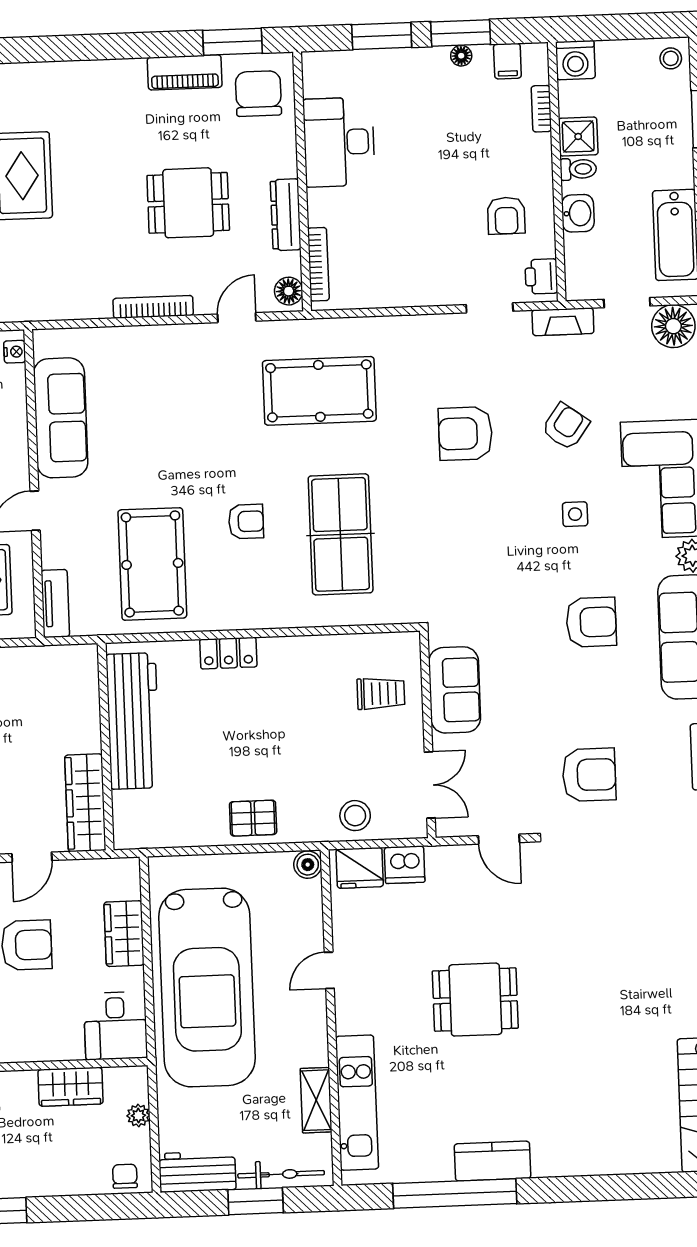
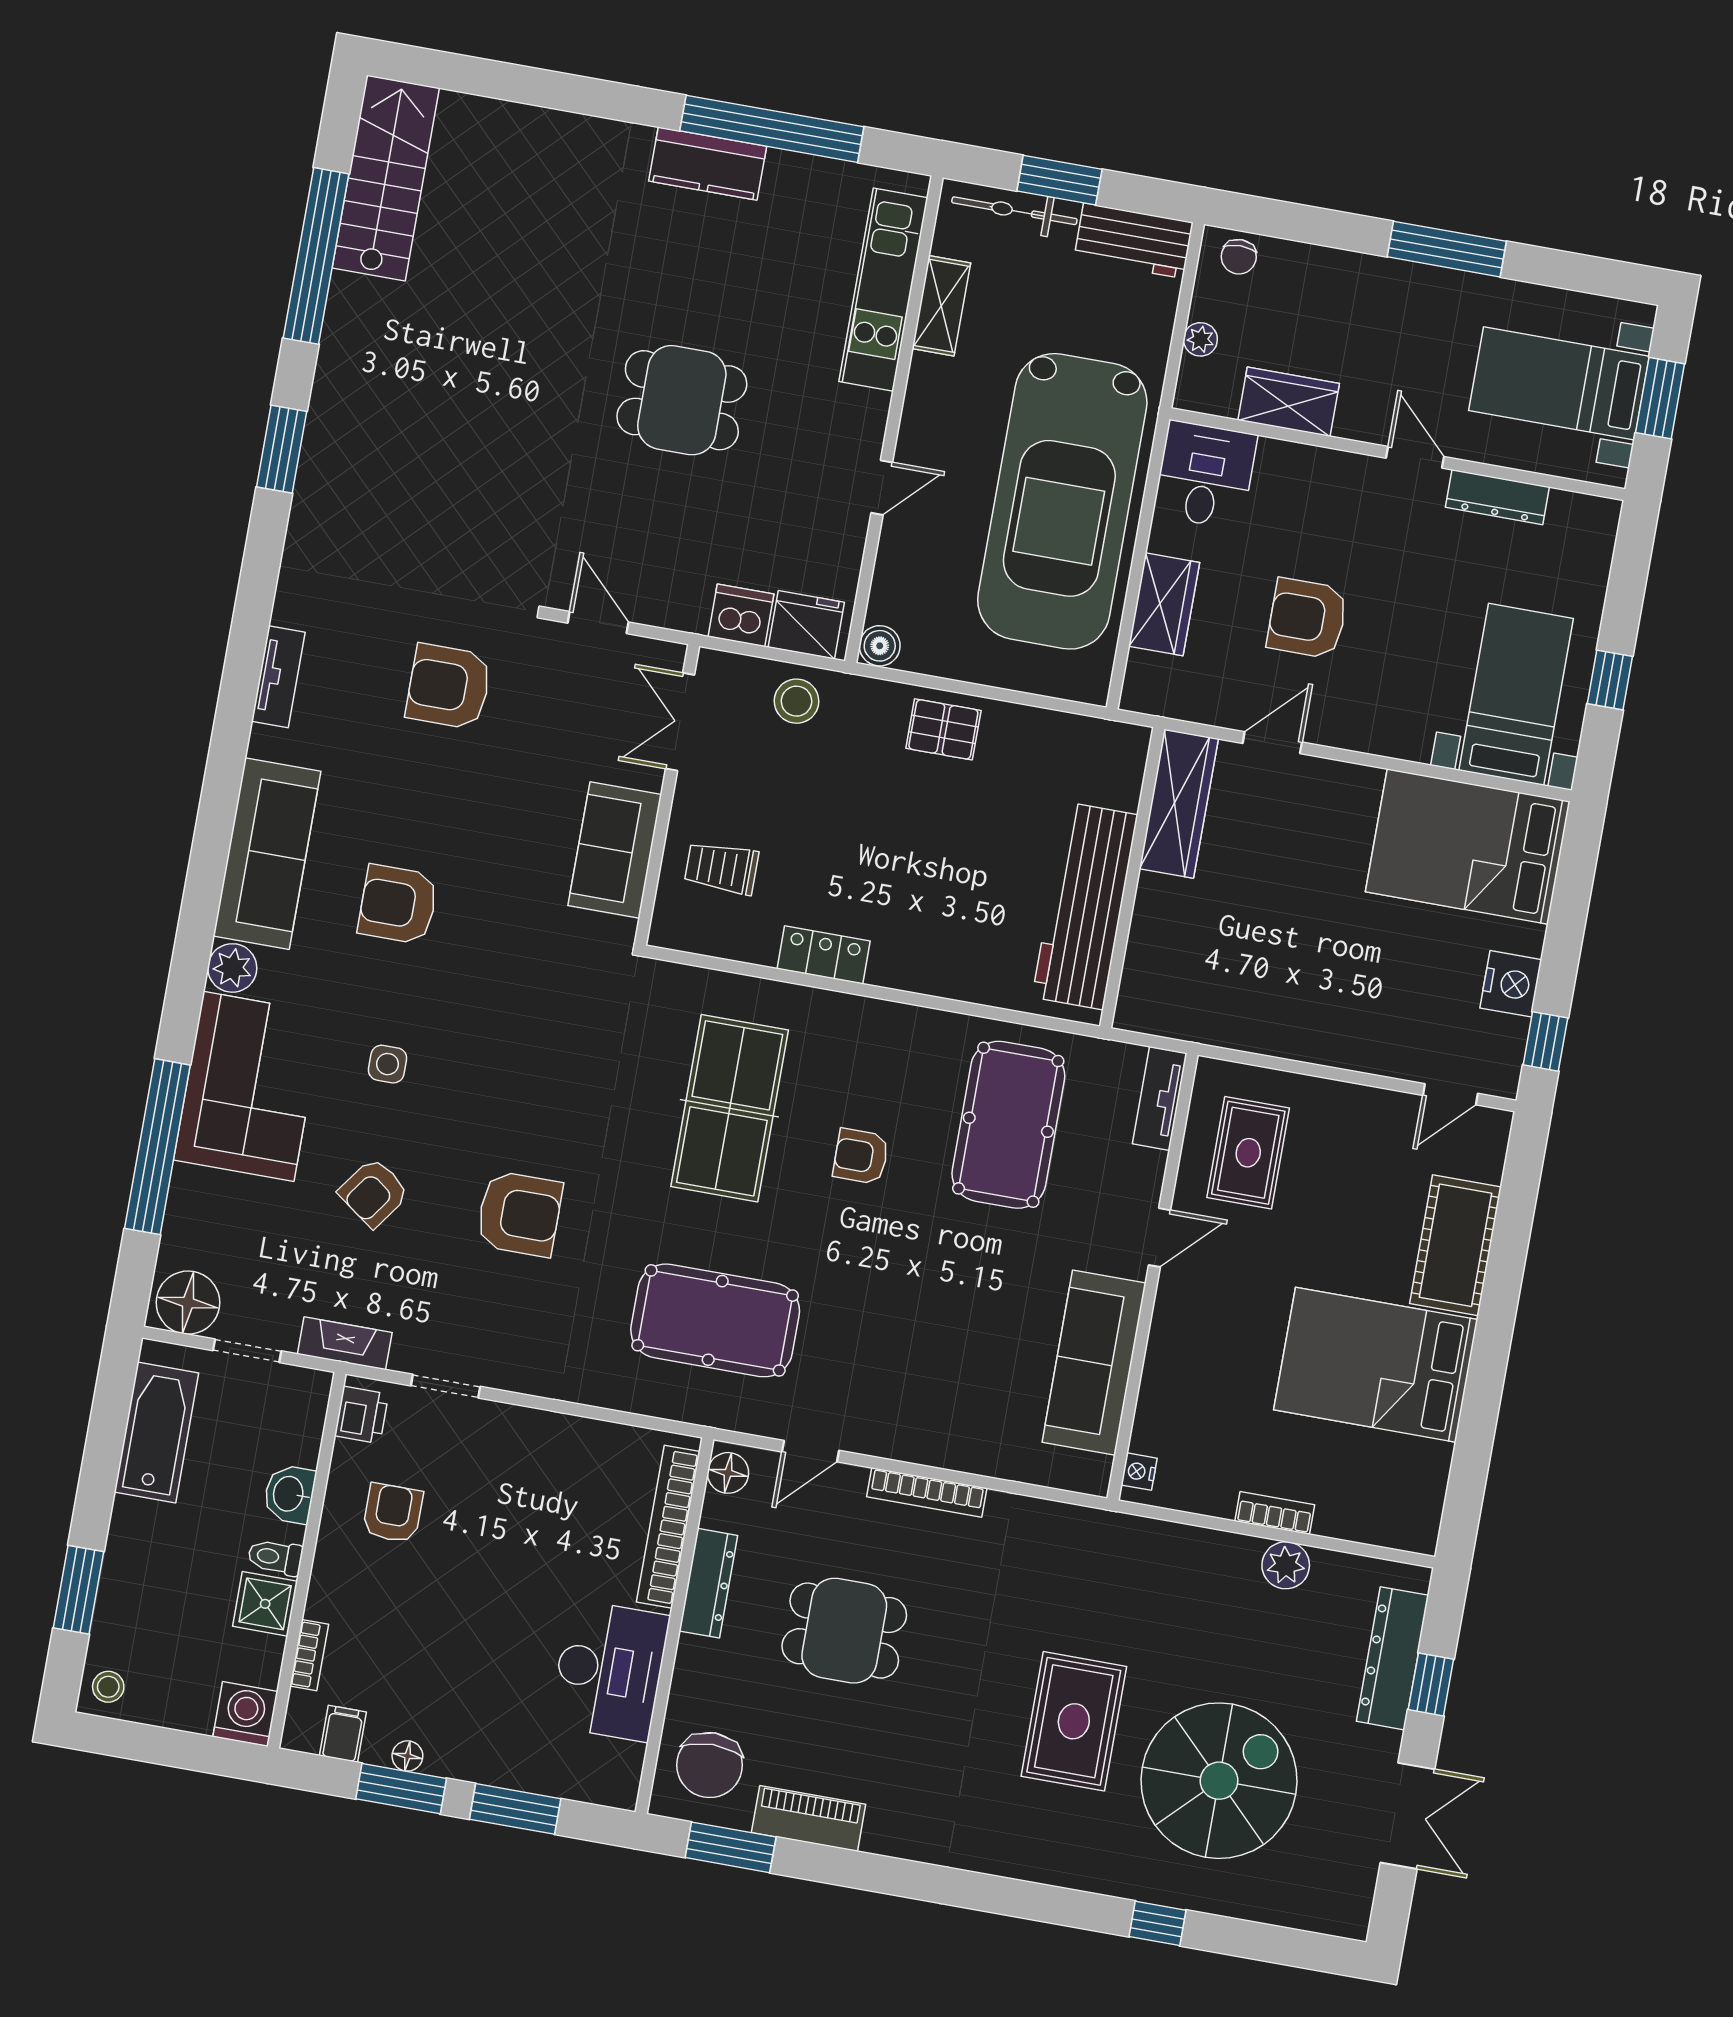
bookcase: (318, 264) -> (668, 1527), width x1.48, depth x1.31
locker: (228, 653) -> (824, 955), moved
car: (207, 987) -> (1062, 501), turned 180

